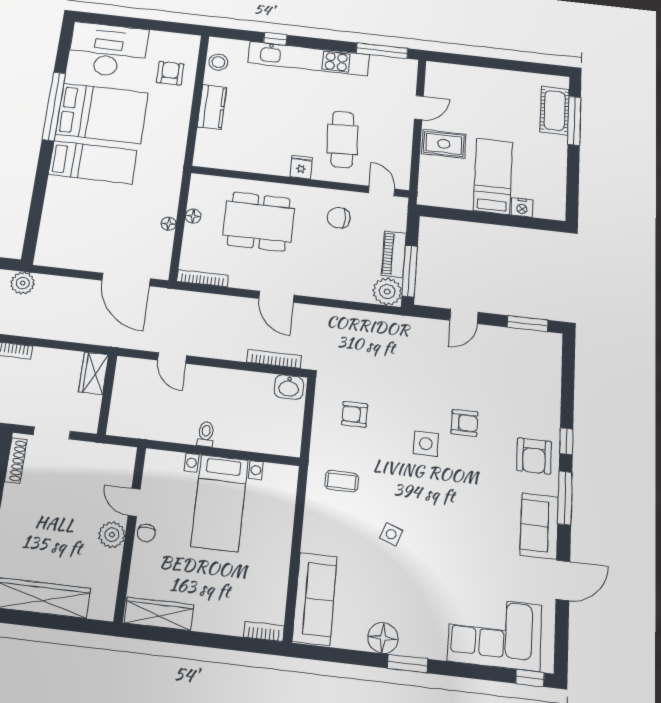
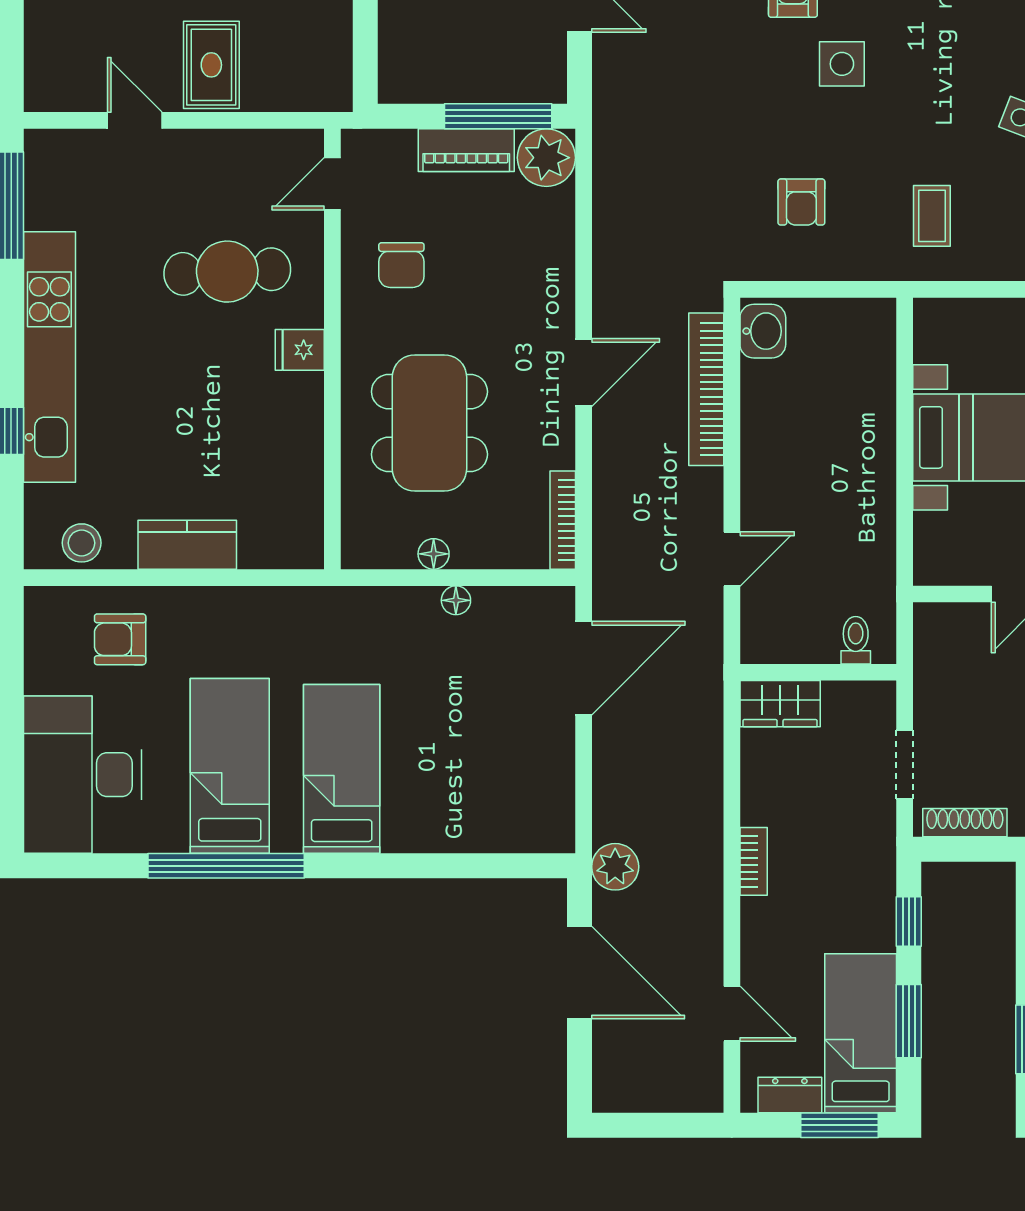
bed: (102, 113) -> (230, 766), width x0.67
bookcase: (274, 359) -> (706, 389), width x1.48, depth x1.31
toilet: (206, 434) -> (856, 640), moved, turned 90

